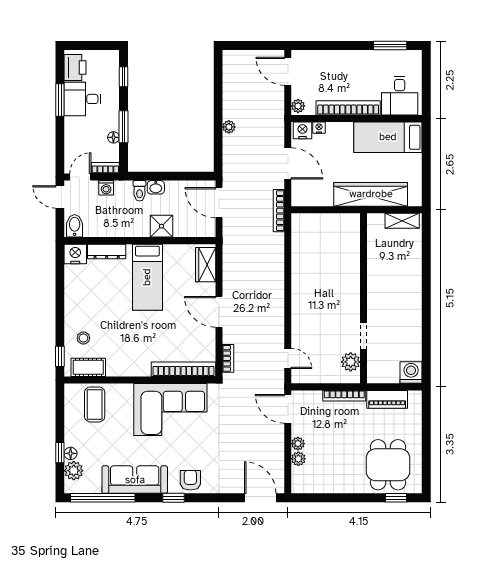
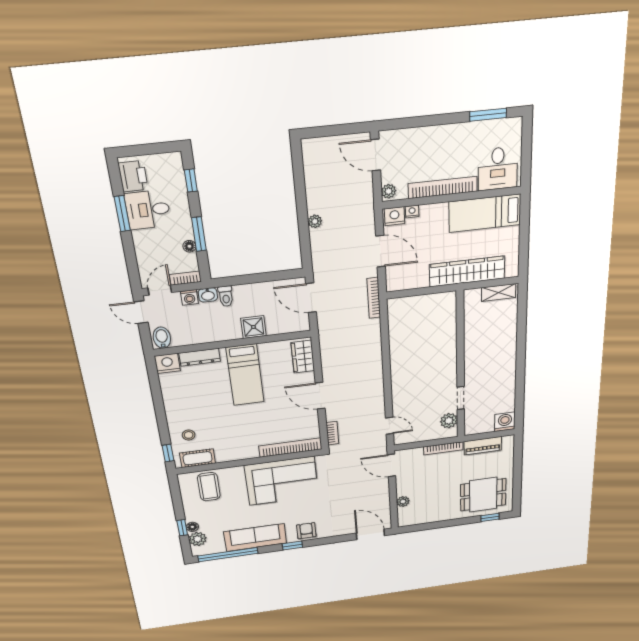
washbasin: (156, 187) -> (208, 295), moved
plant: (298, 444) -> (402, 490), removed
dining table: (388, 465) -> (483, 495), turned 90

